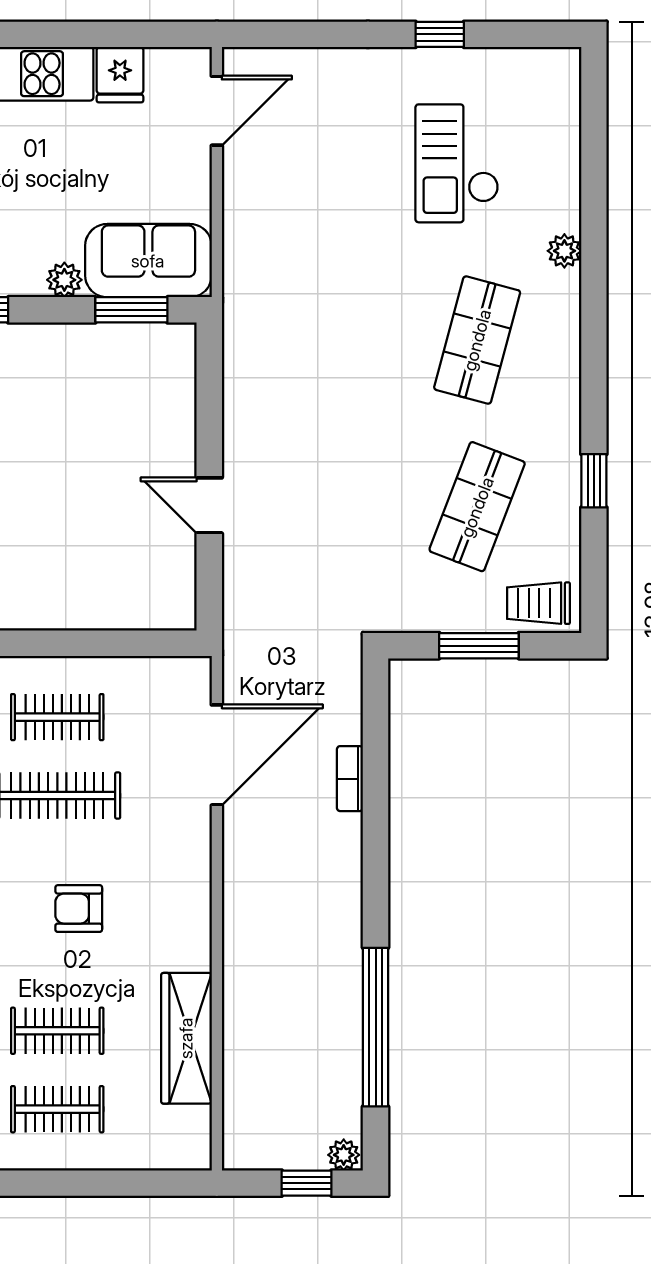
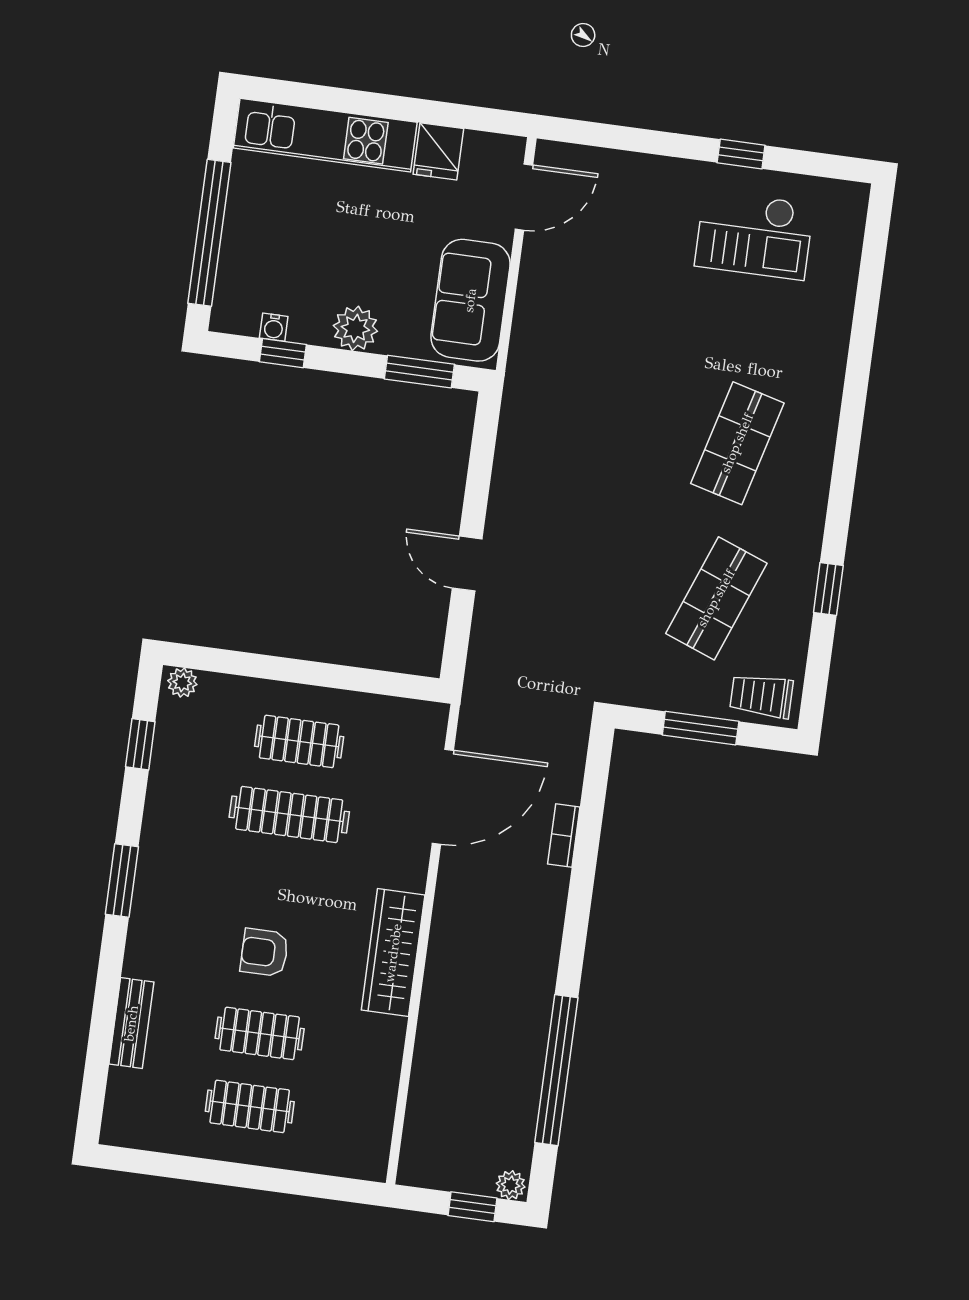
checkout: (457, 163) -> (754, 235), moved, turned -90
plant: (564, 251) -> (830, 371), removed
sofa: (148, 261) -> (470, 300), moved, turned -90
plant: (64, 280) -> (355, 328), width x1.38, depth x1.38
armchair: (79, 909) -> (264, 952), moved
wardrobe: (186, 1038) -> (393, 953), moved

